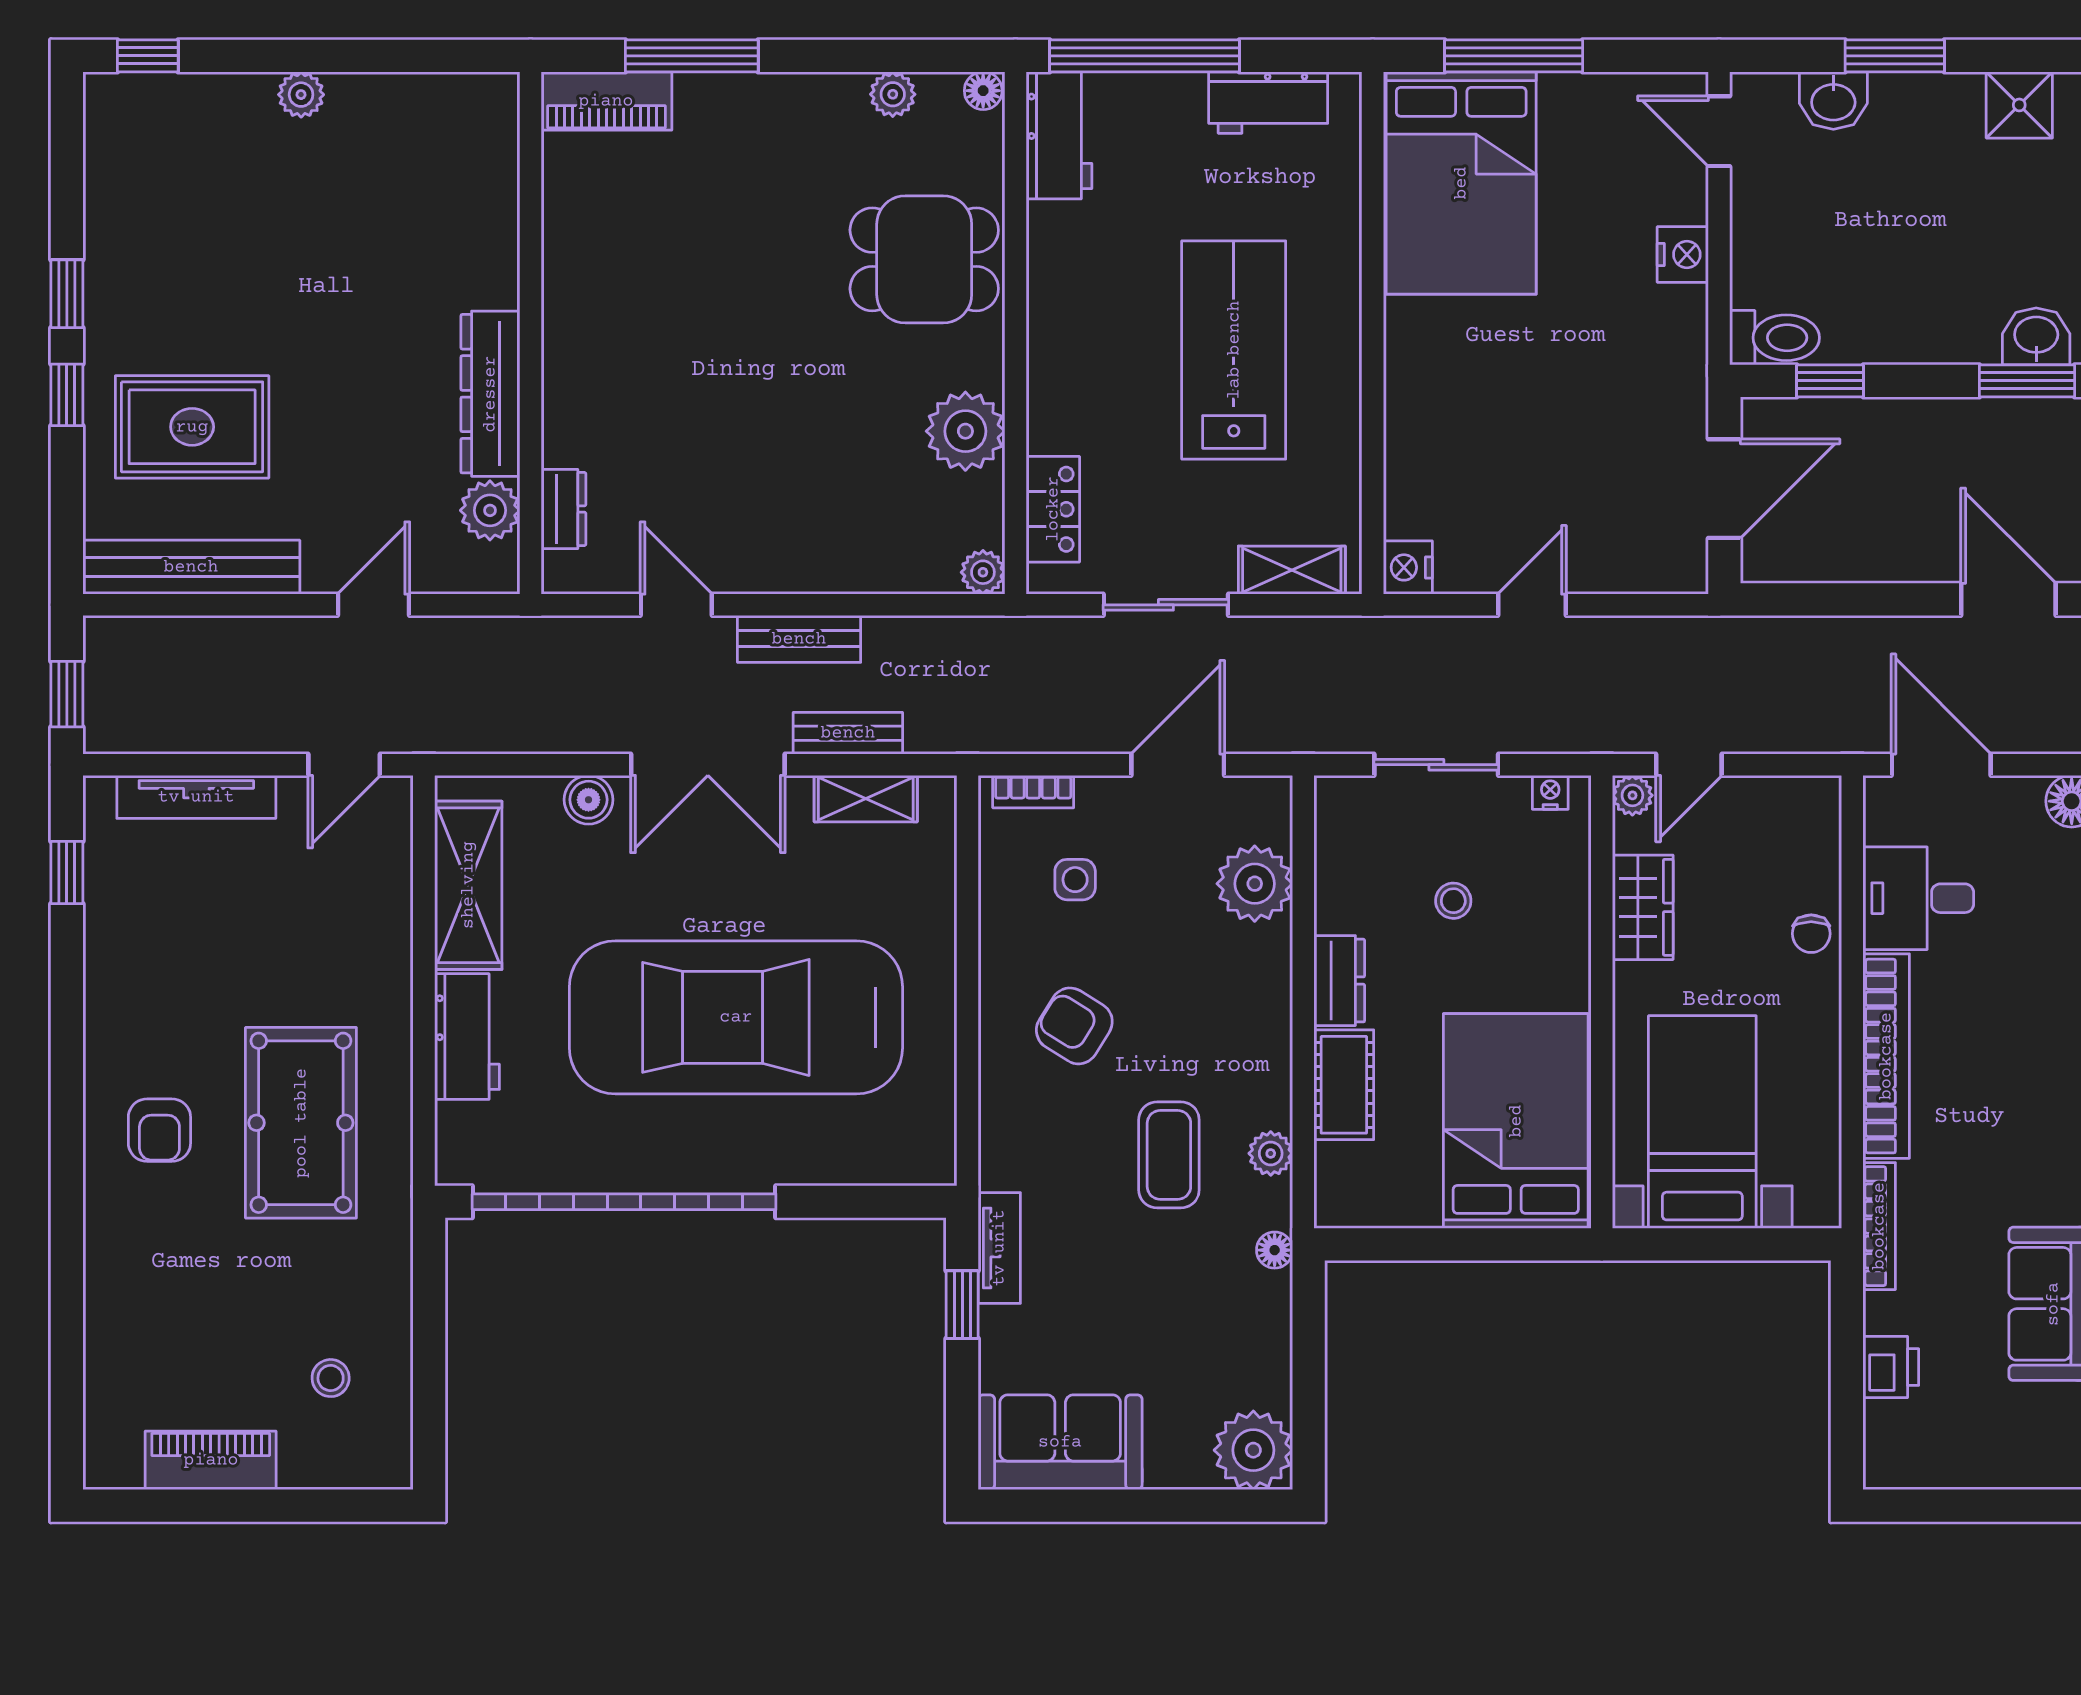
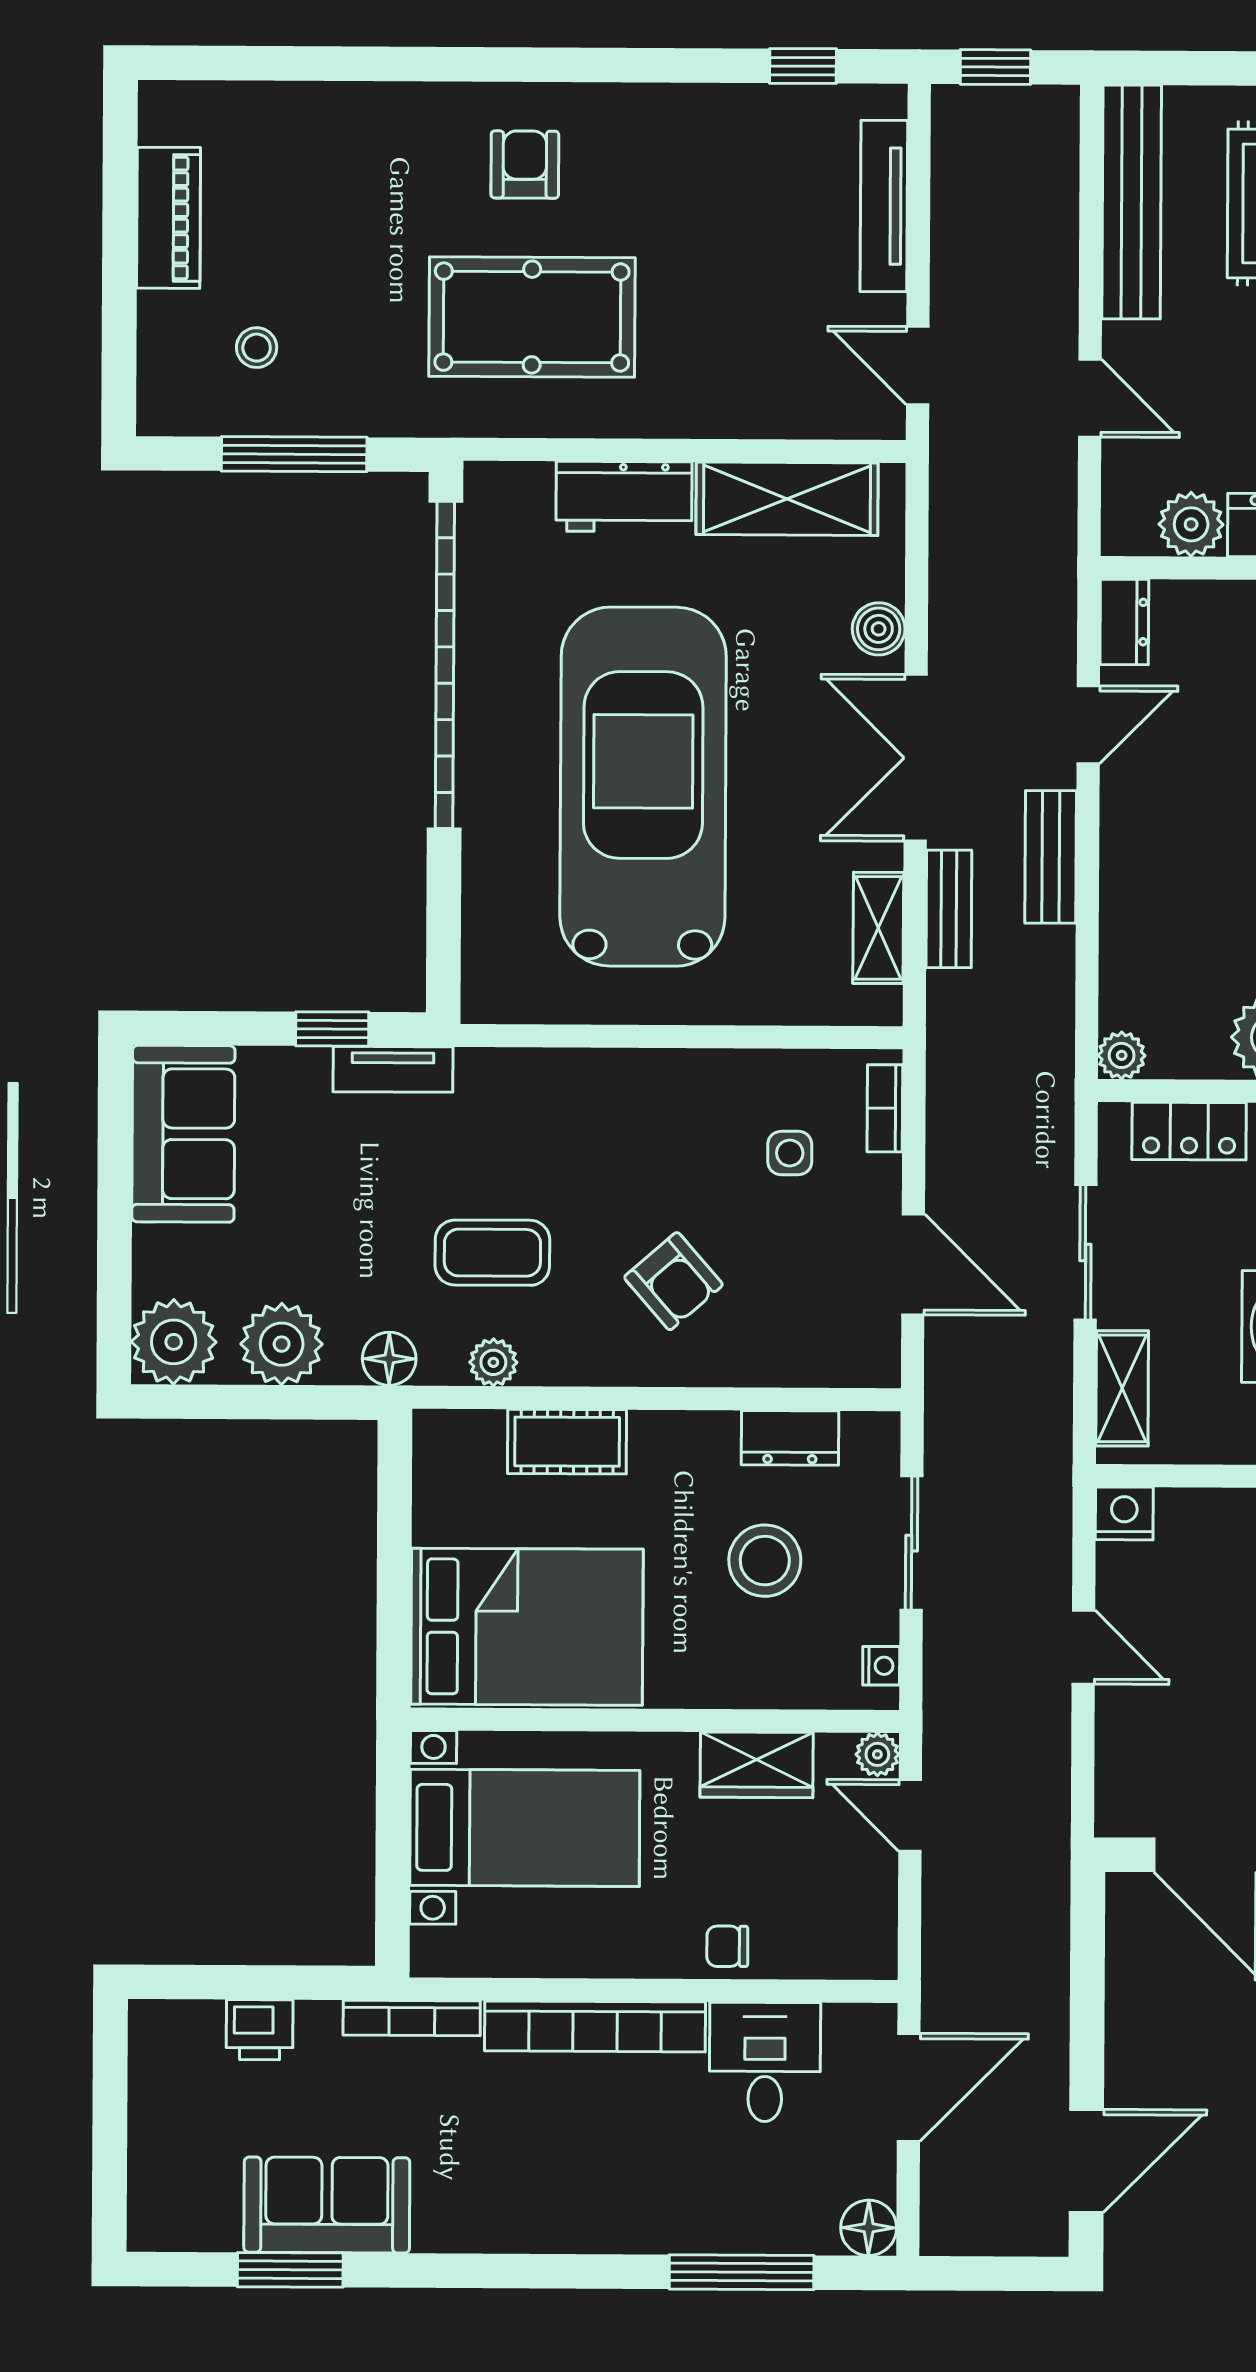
dresser: (563, 509) -> (1124, 622), moved, turned -90
plant: (1255, 884) -> (282, 1344), moved
stool: (1453, 901) -> (765, 1561), width x1.89, depth x1.89
dresser: (1339, 981) -> (790, 1438), moved
armchair: (1074, 1026) -> (673, 1281), moved, turned 107
armchair: (159, 1130) -> (525, 165), turned 90
floor lamp: (1275, 1250) -> (389, 1359), width x1.37, depth x1.37
window: (429, 1343) -> (294, 454), added

